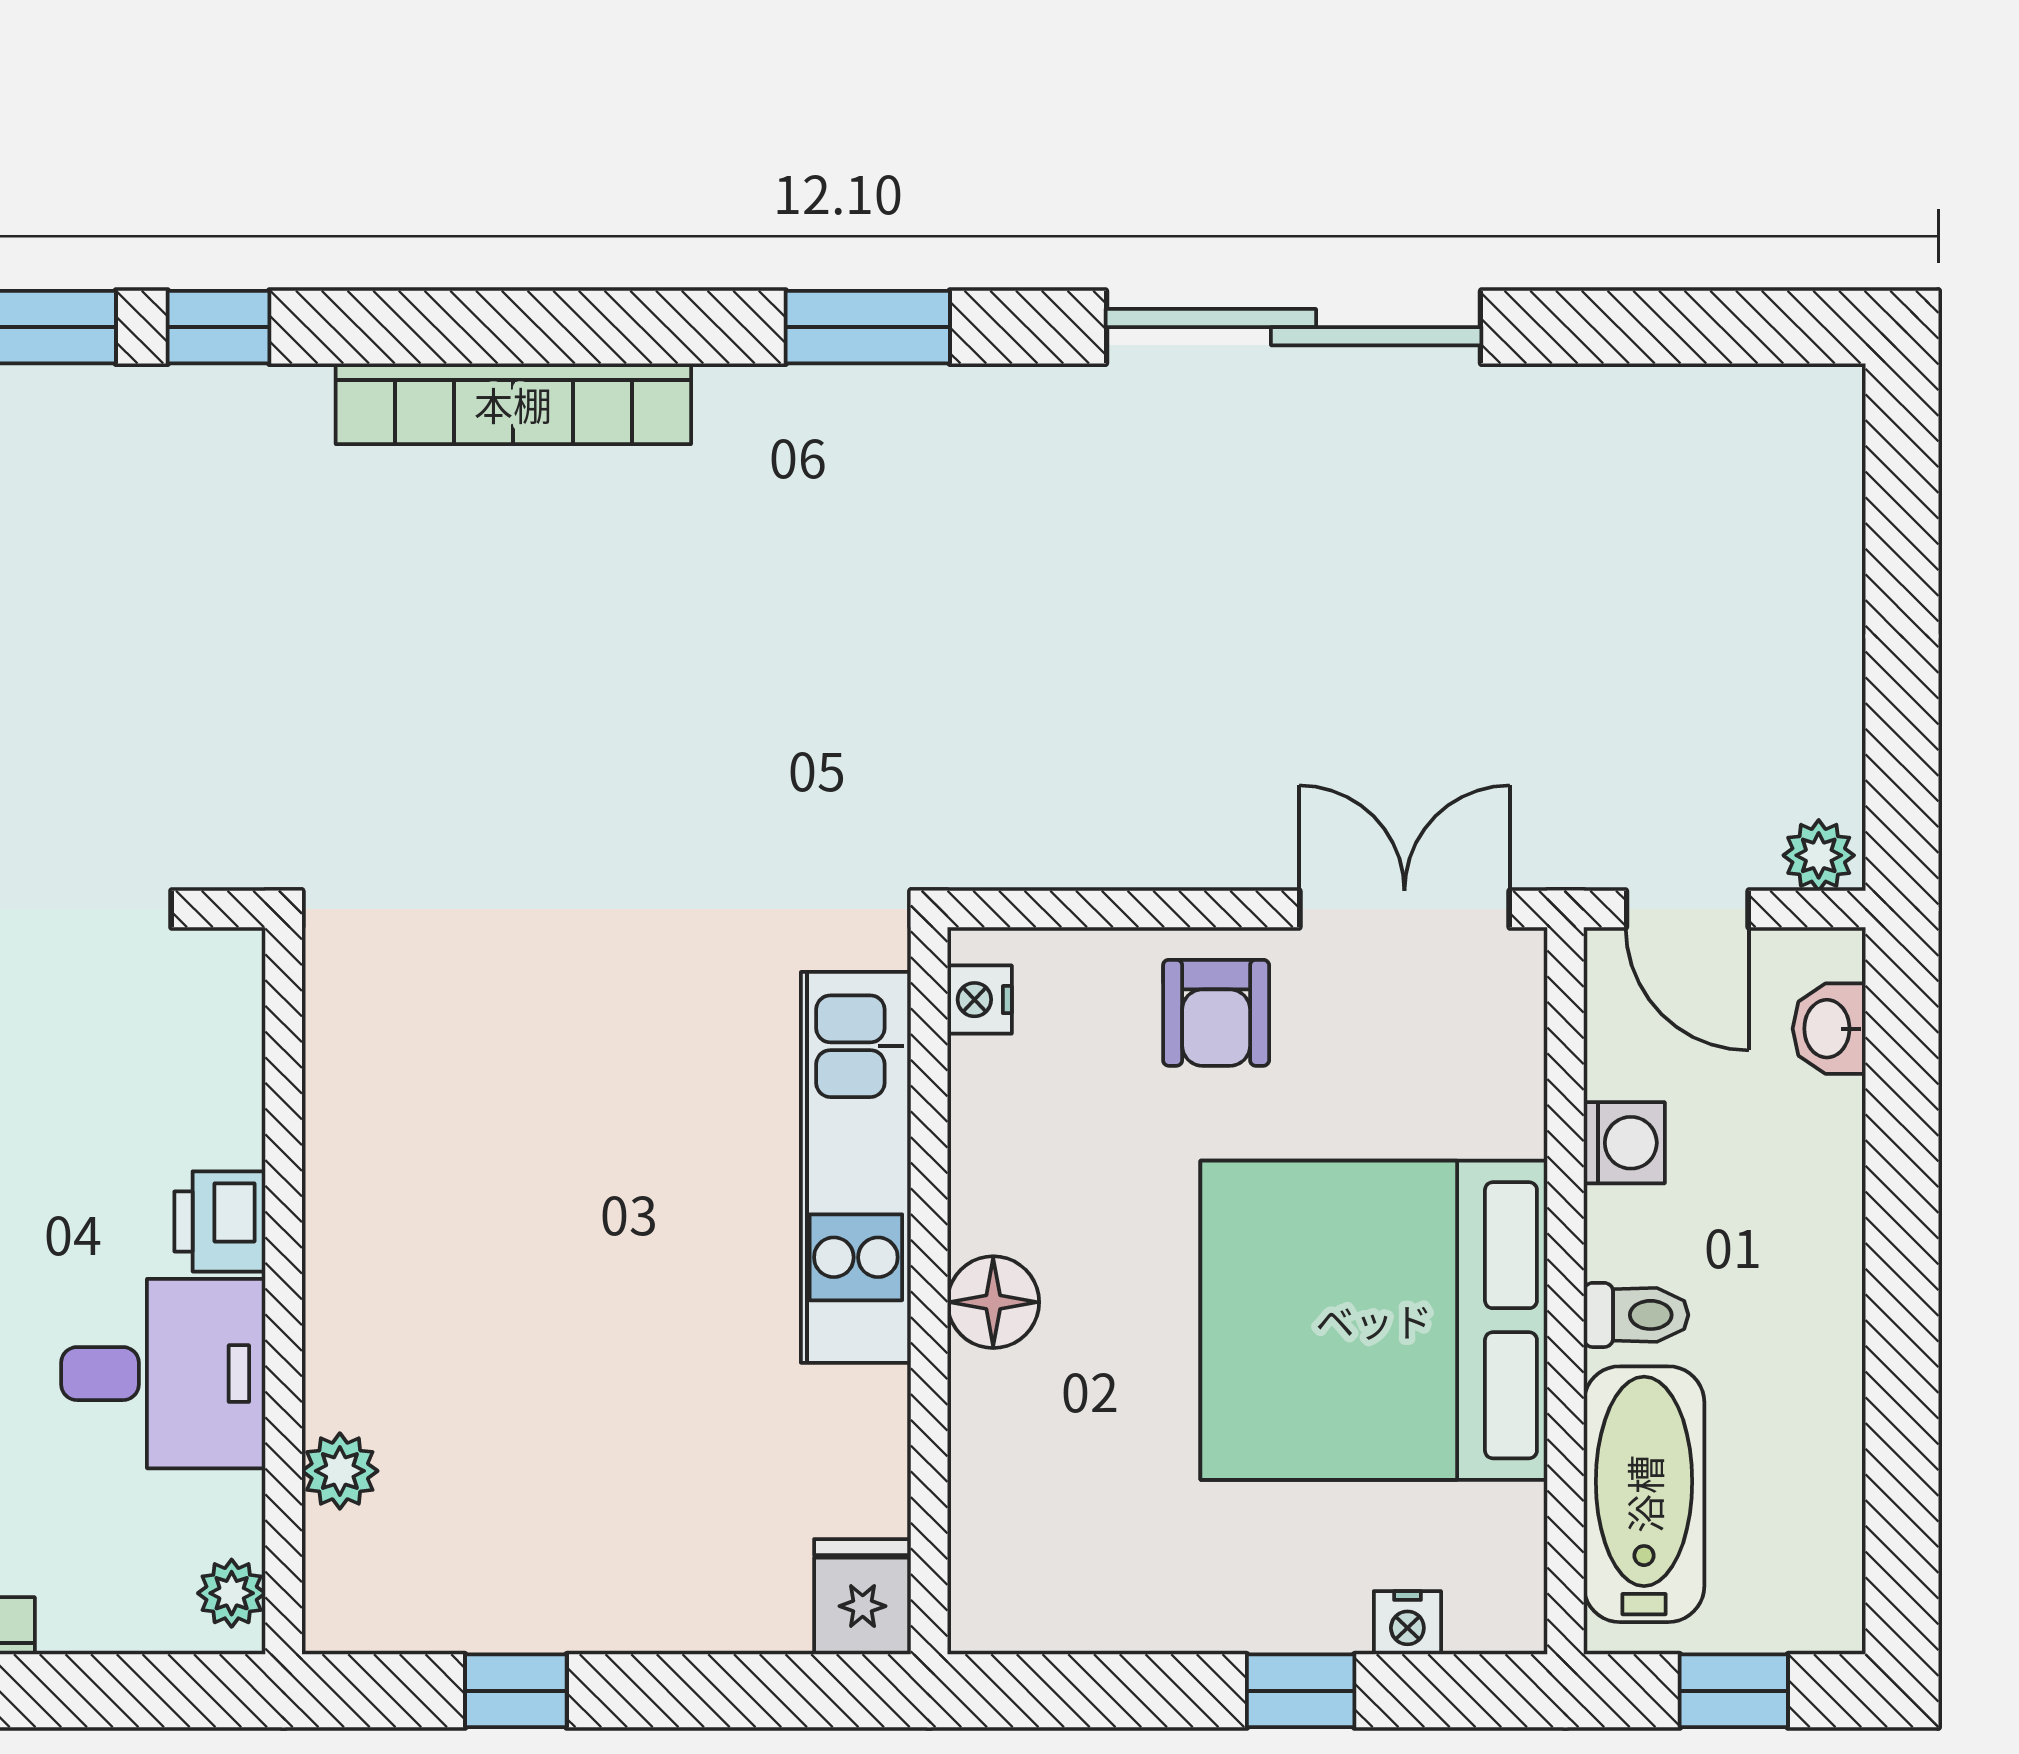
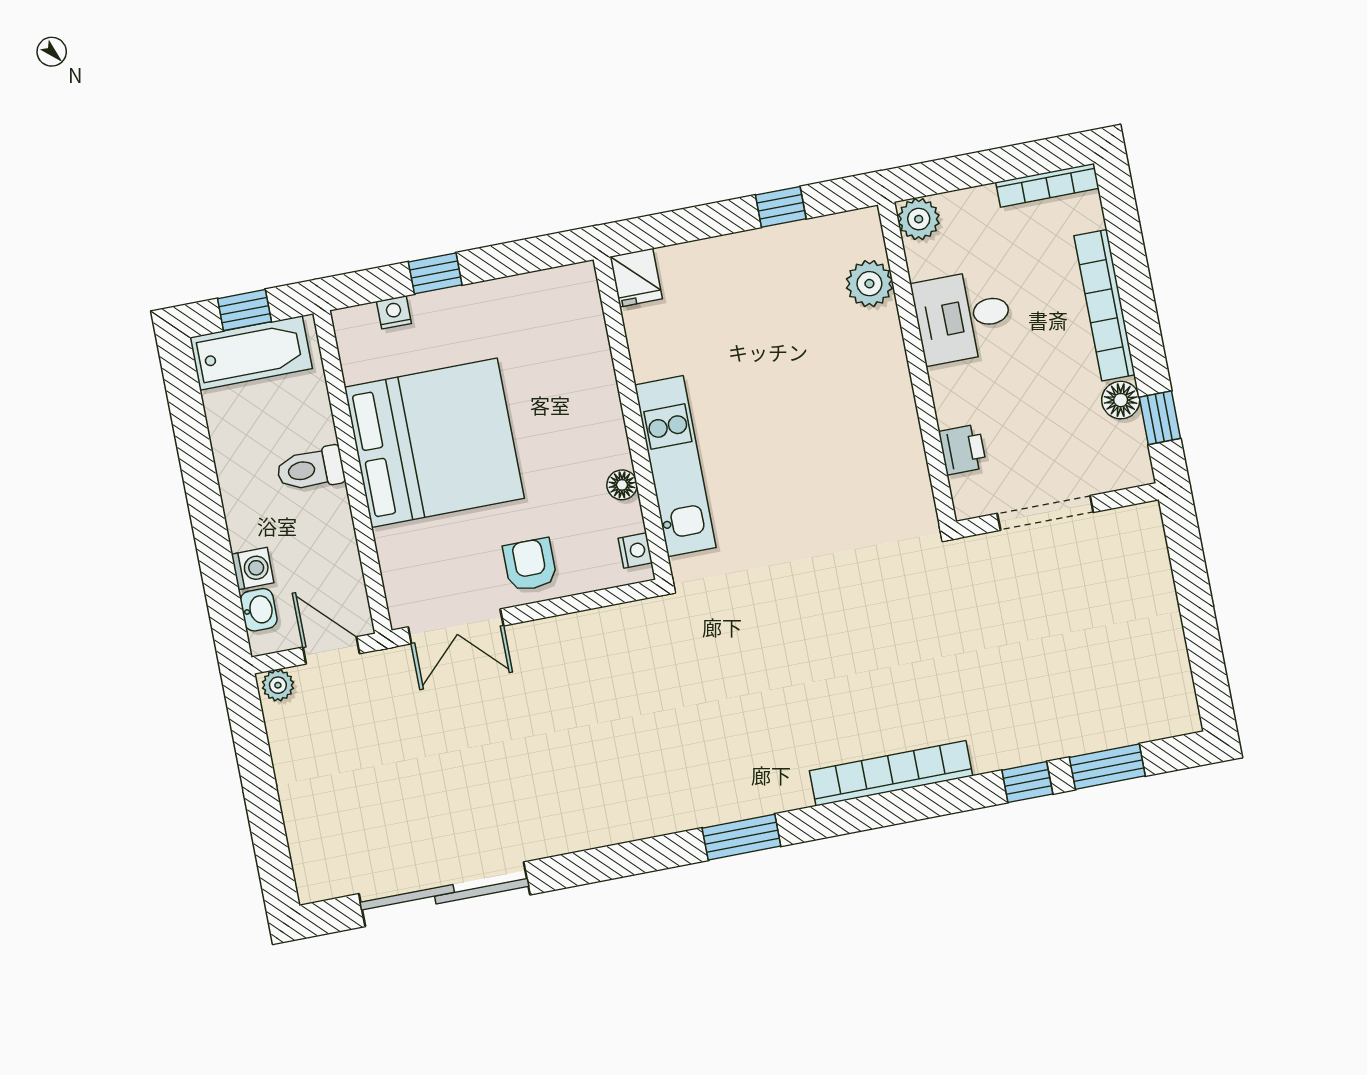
sliding door: (1294, 327) -> (444, 894), moved
washing machine: (1624, 1143) -> (253, 568), moved, turned 180
printer: (220, 1221) -> (963, 449), moved
floor lamp: (993, 1302) -> (622, 485), moved, width x0.73, depth x0.73
toilet: (1636, 1315) -> (311, 469), width x1.37, depth x1.39
plant: (340, 1471) -> (869, 284), width x1.38, depth x1.38
bathtub: (1644, 1494) -> (251, 353), moved, turned -90
plant: (232, 1593) -> (919, 219), width x1.38, depth x1.38

